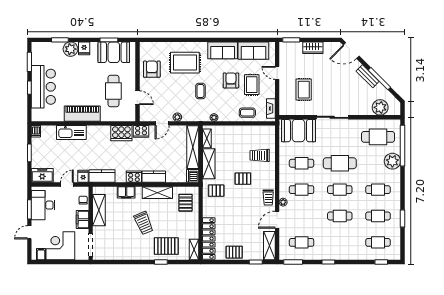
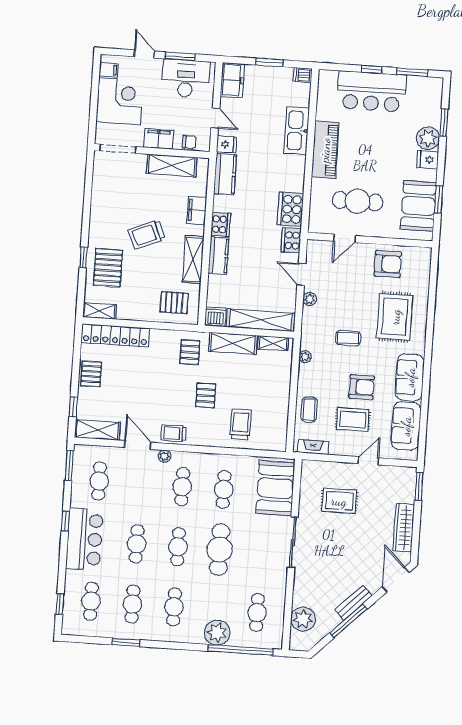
wardrobe: (313, 48) -> (404, 528), width x1.50
cafe table: (378, 137) -> (257, 613), width x0.73, depth x0.74
bar counter: (339, 249) -> (84, 539), added

